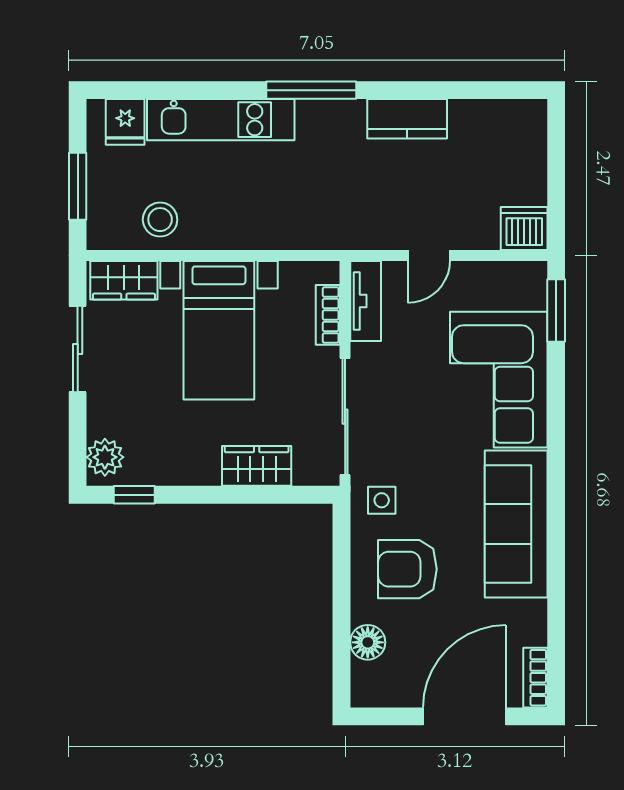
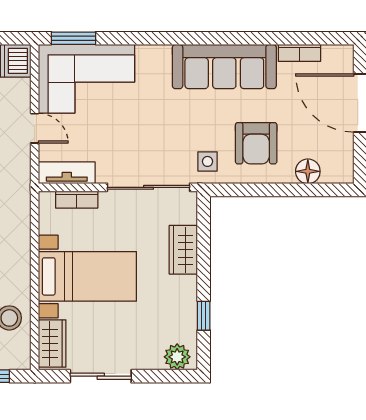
corner sofa: (499, 380) -> (86, 79), moved
window: (134, 495) -> (204, 316), moved
bookcase: (535, 678) -> (299, 53), moved

